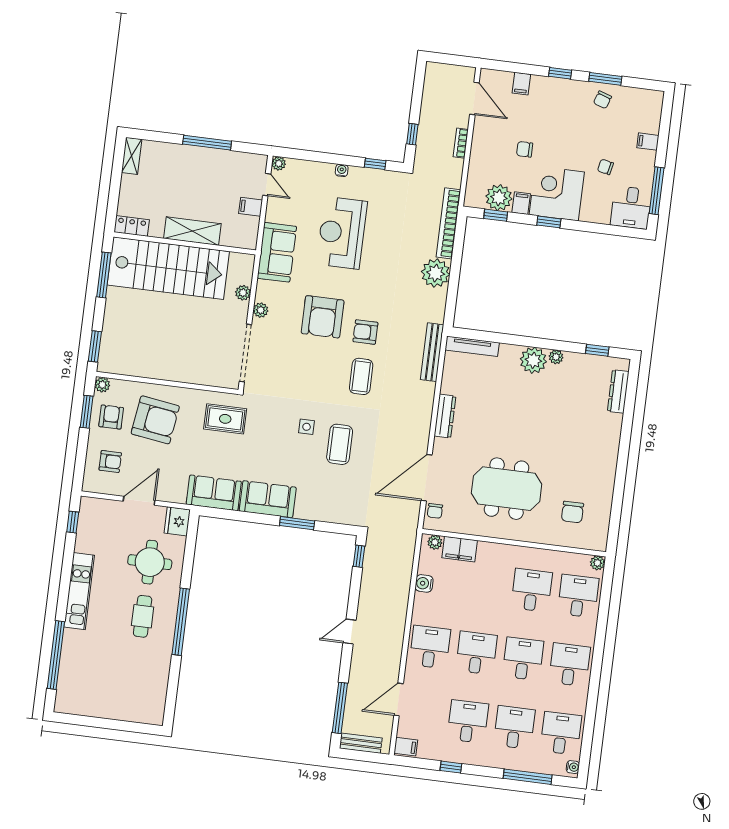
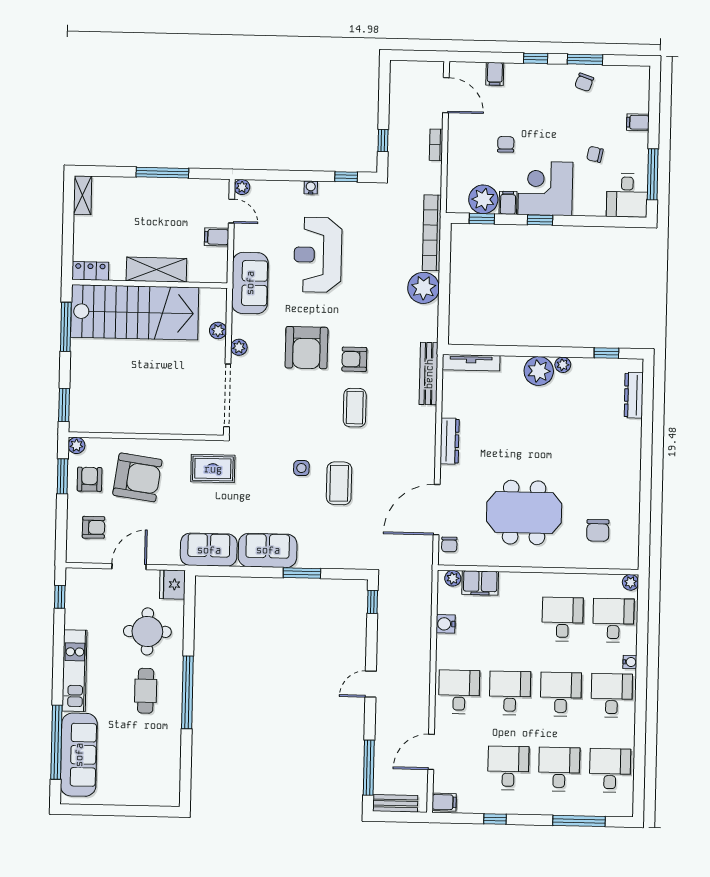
chair: (525, 149) -> (506, 144), turned 90
sofa: (75, 669) -> (79, 755), added
water cooler: (573, 767) -> (630, 662), moved

